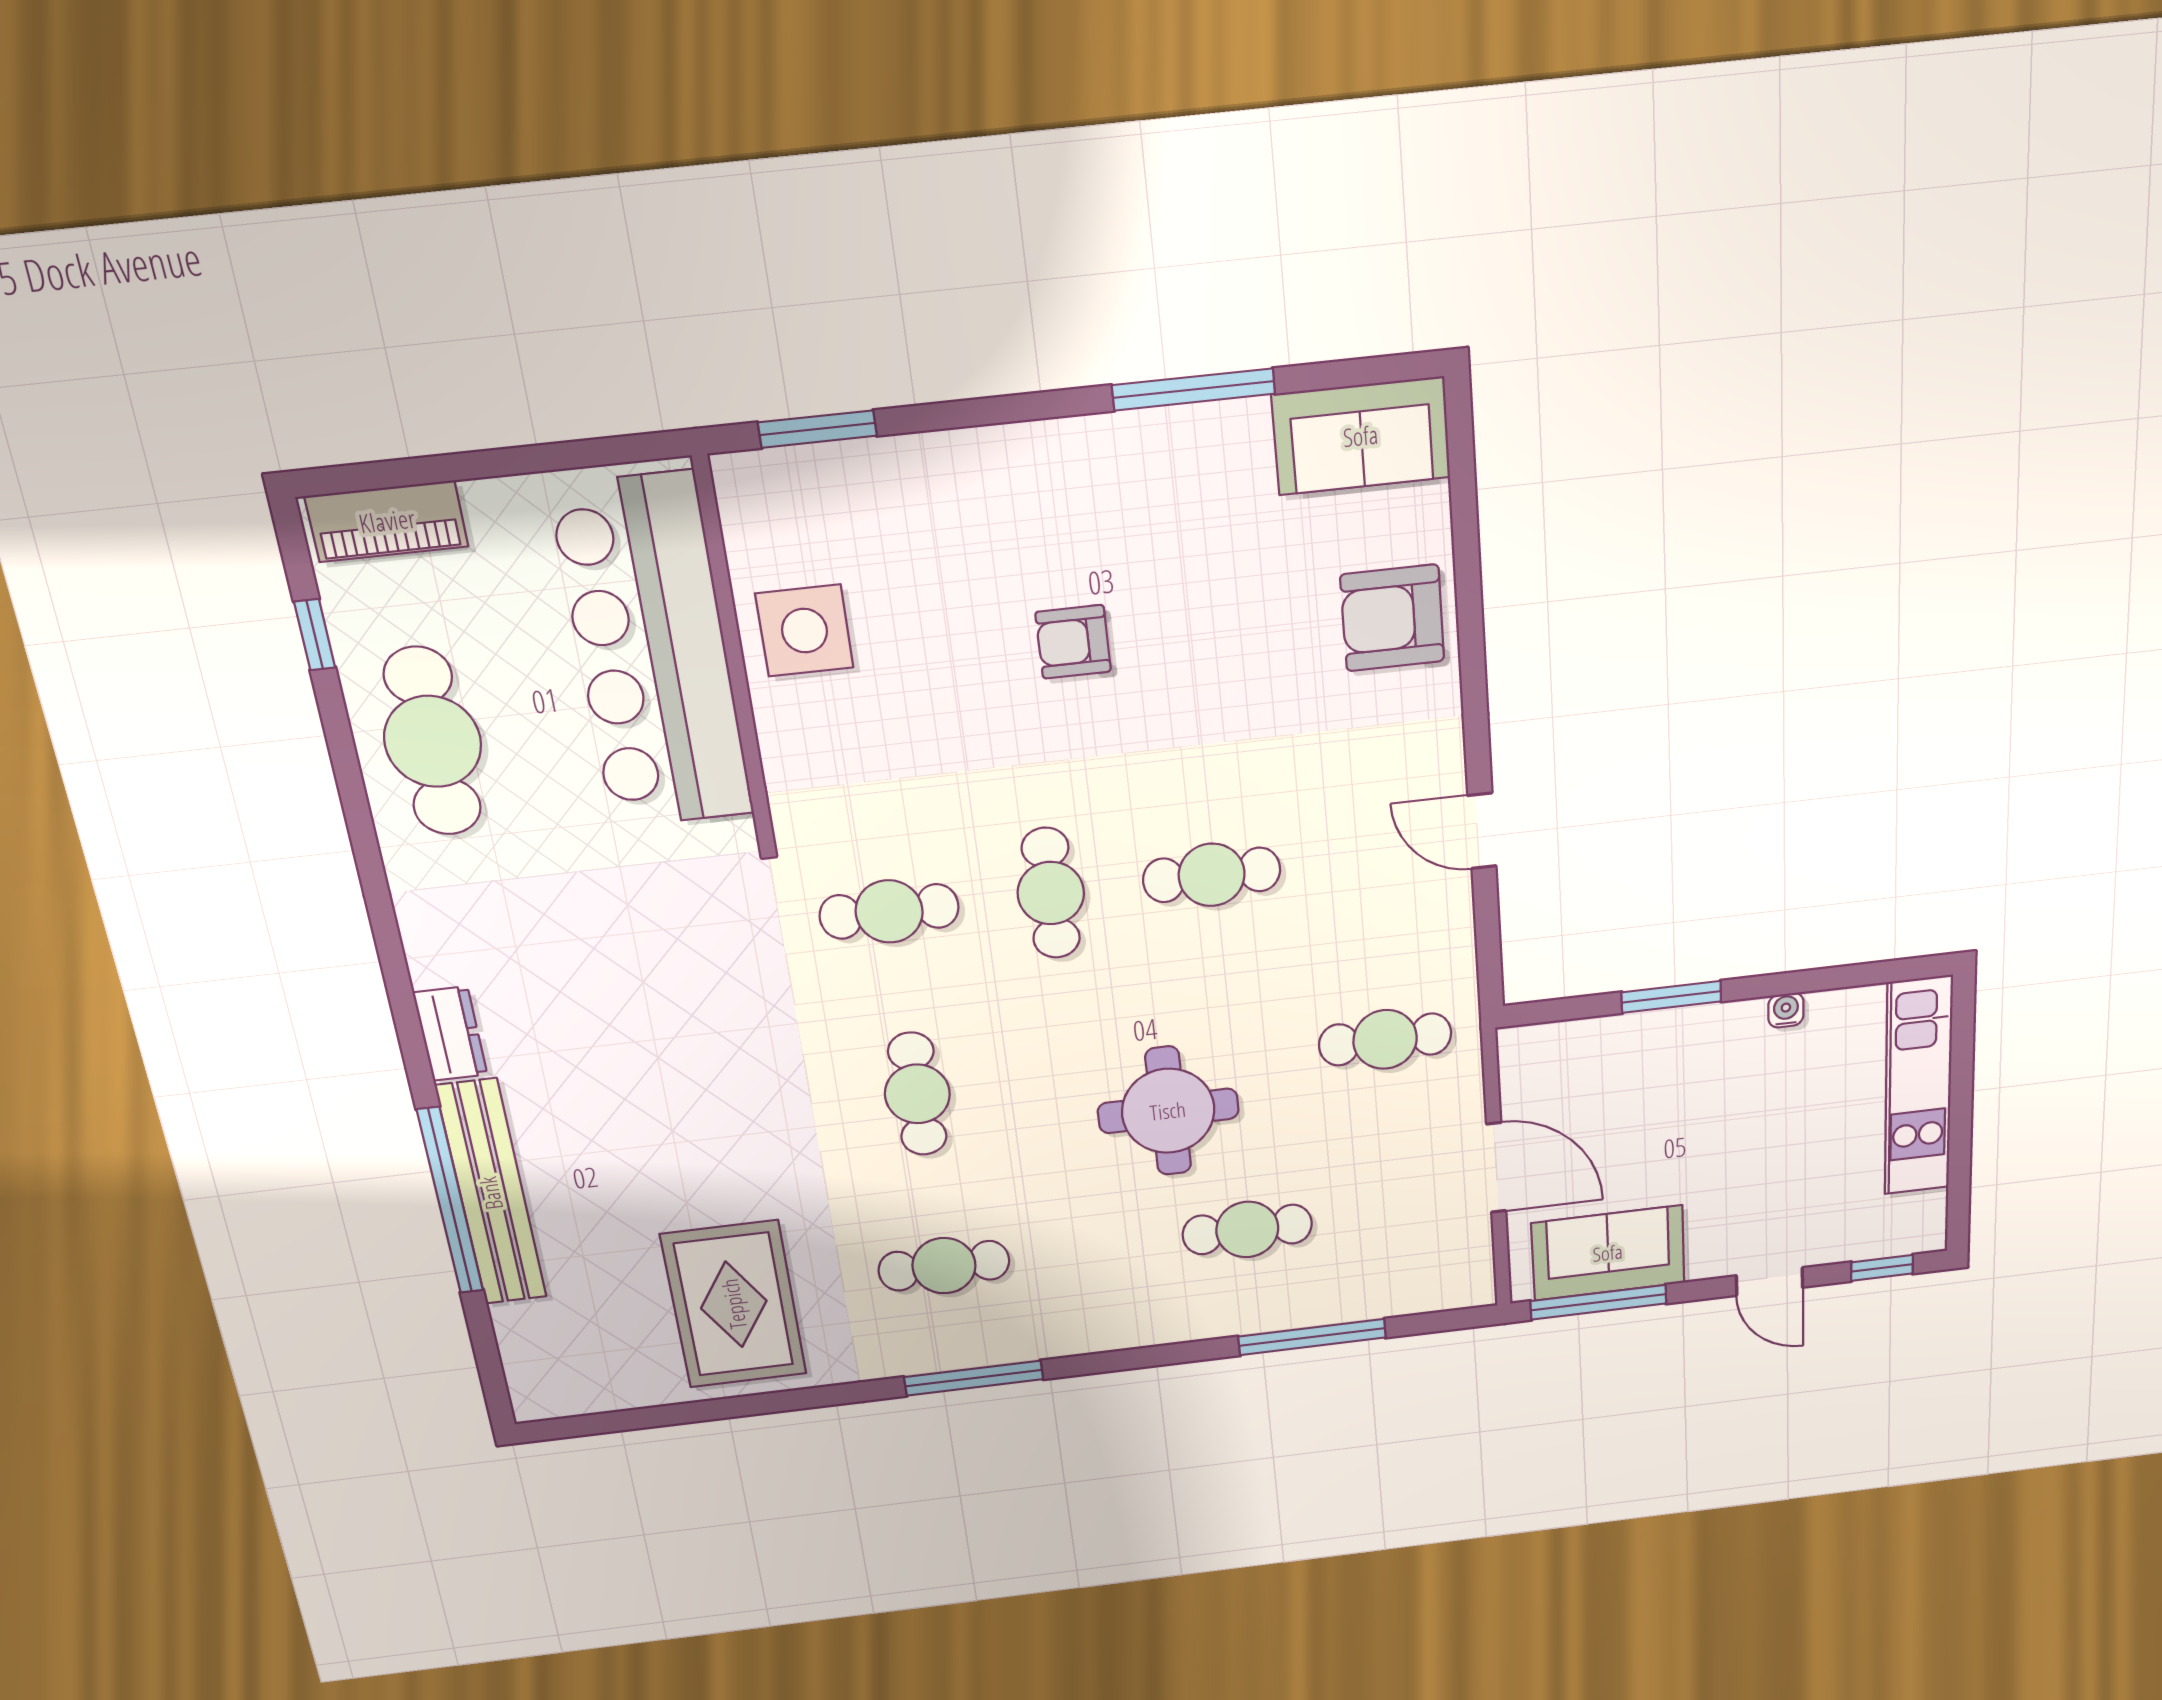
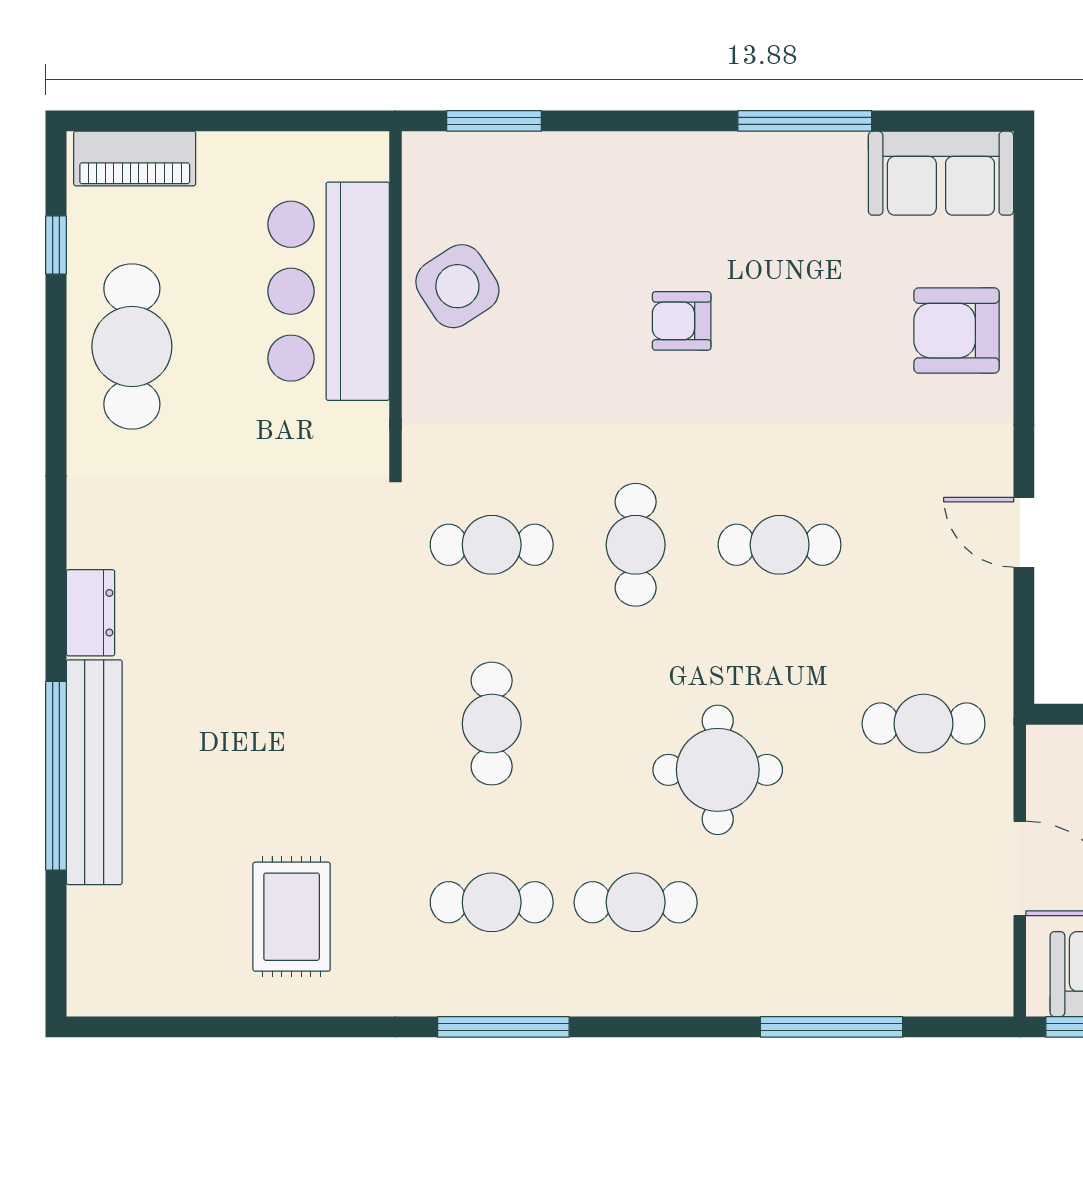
side table: (804, 631) -> (457, 286), turned -33
bar counter: (653, 653) -> (329, 291), width x0.73
cafe table: (1247, 1229) -> (636, 902), moved
rug: (734, 1304) -> (292, 917), width x0.73, depth x0.70

